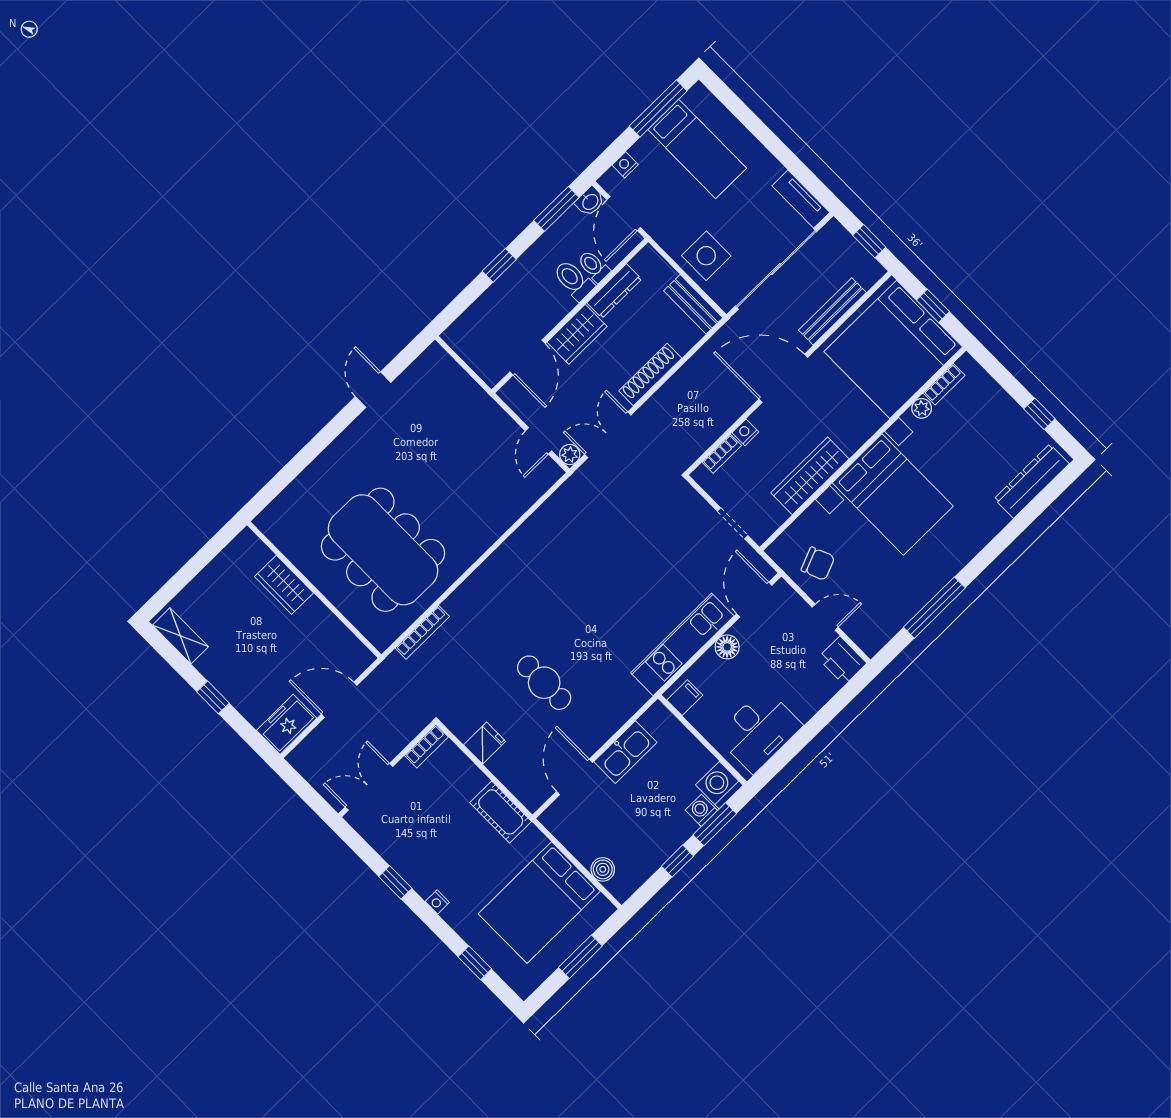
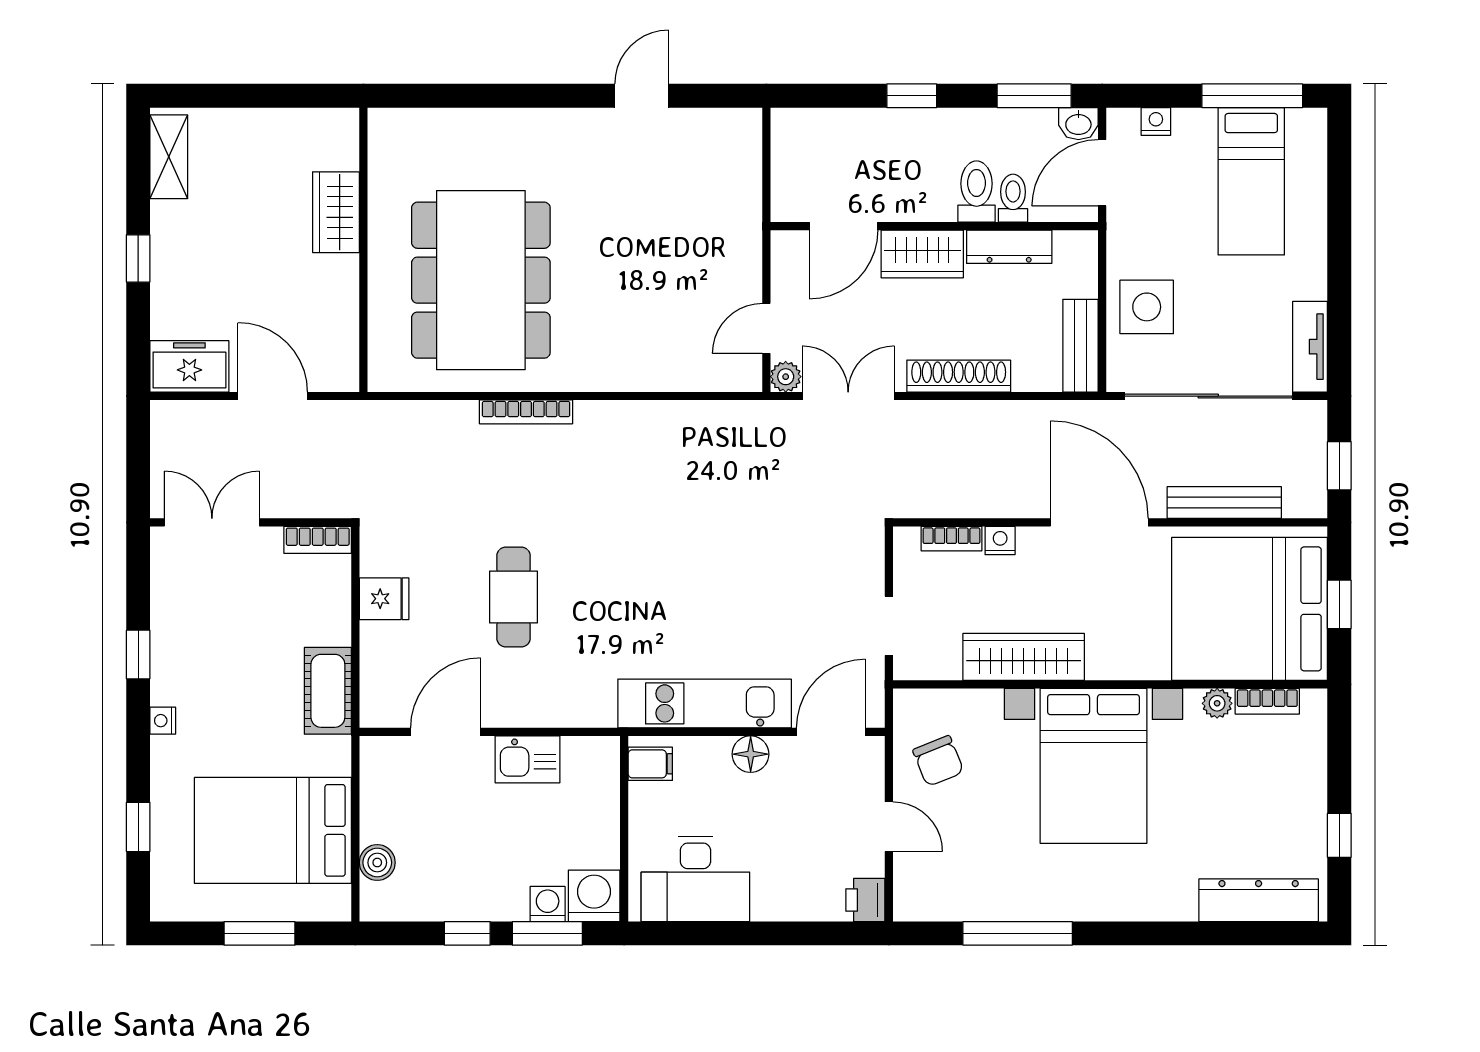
bookcase: (422, 632) -> (526, 412), moved
printer: (842, 661) -> (865, 900), width x0.73, depth x0.81
kitchen sink: (625, 752) -> (527, 759), width x0.73

